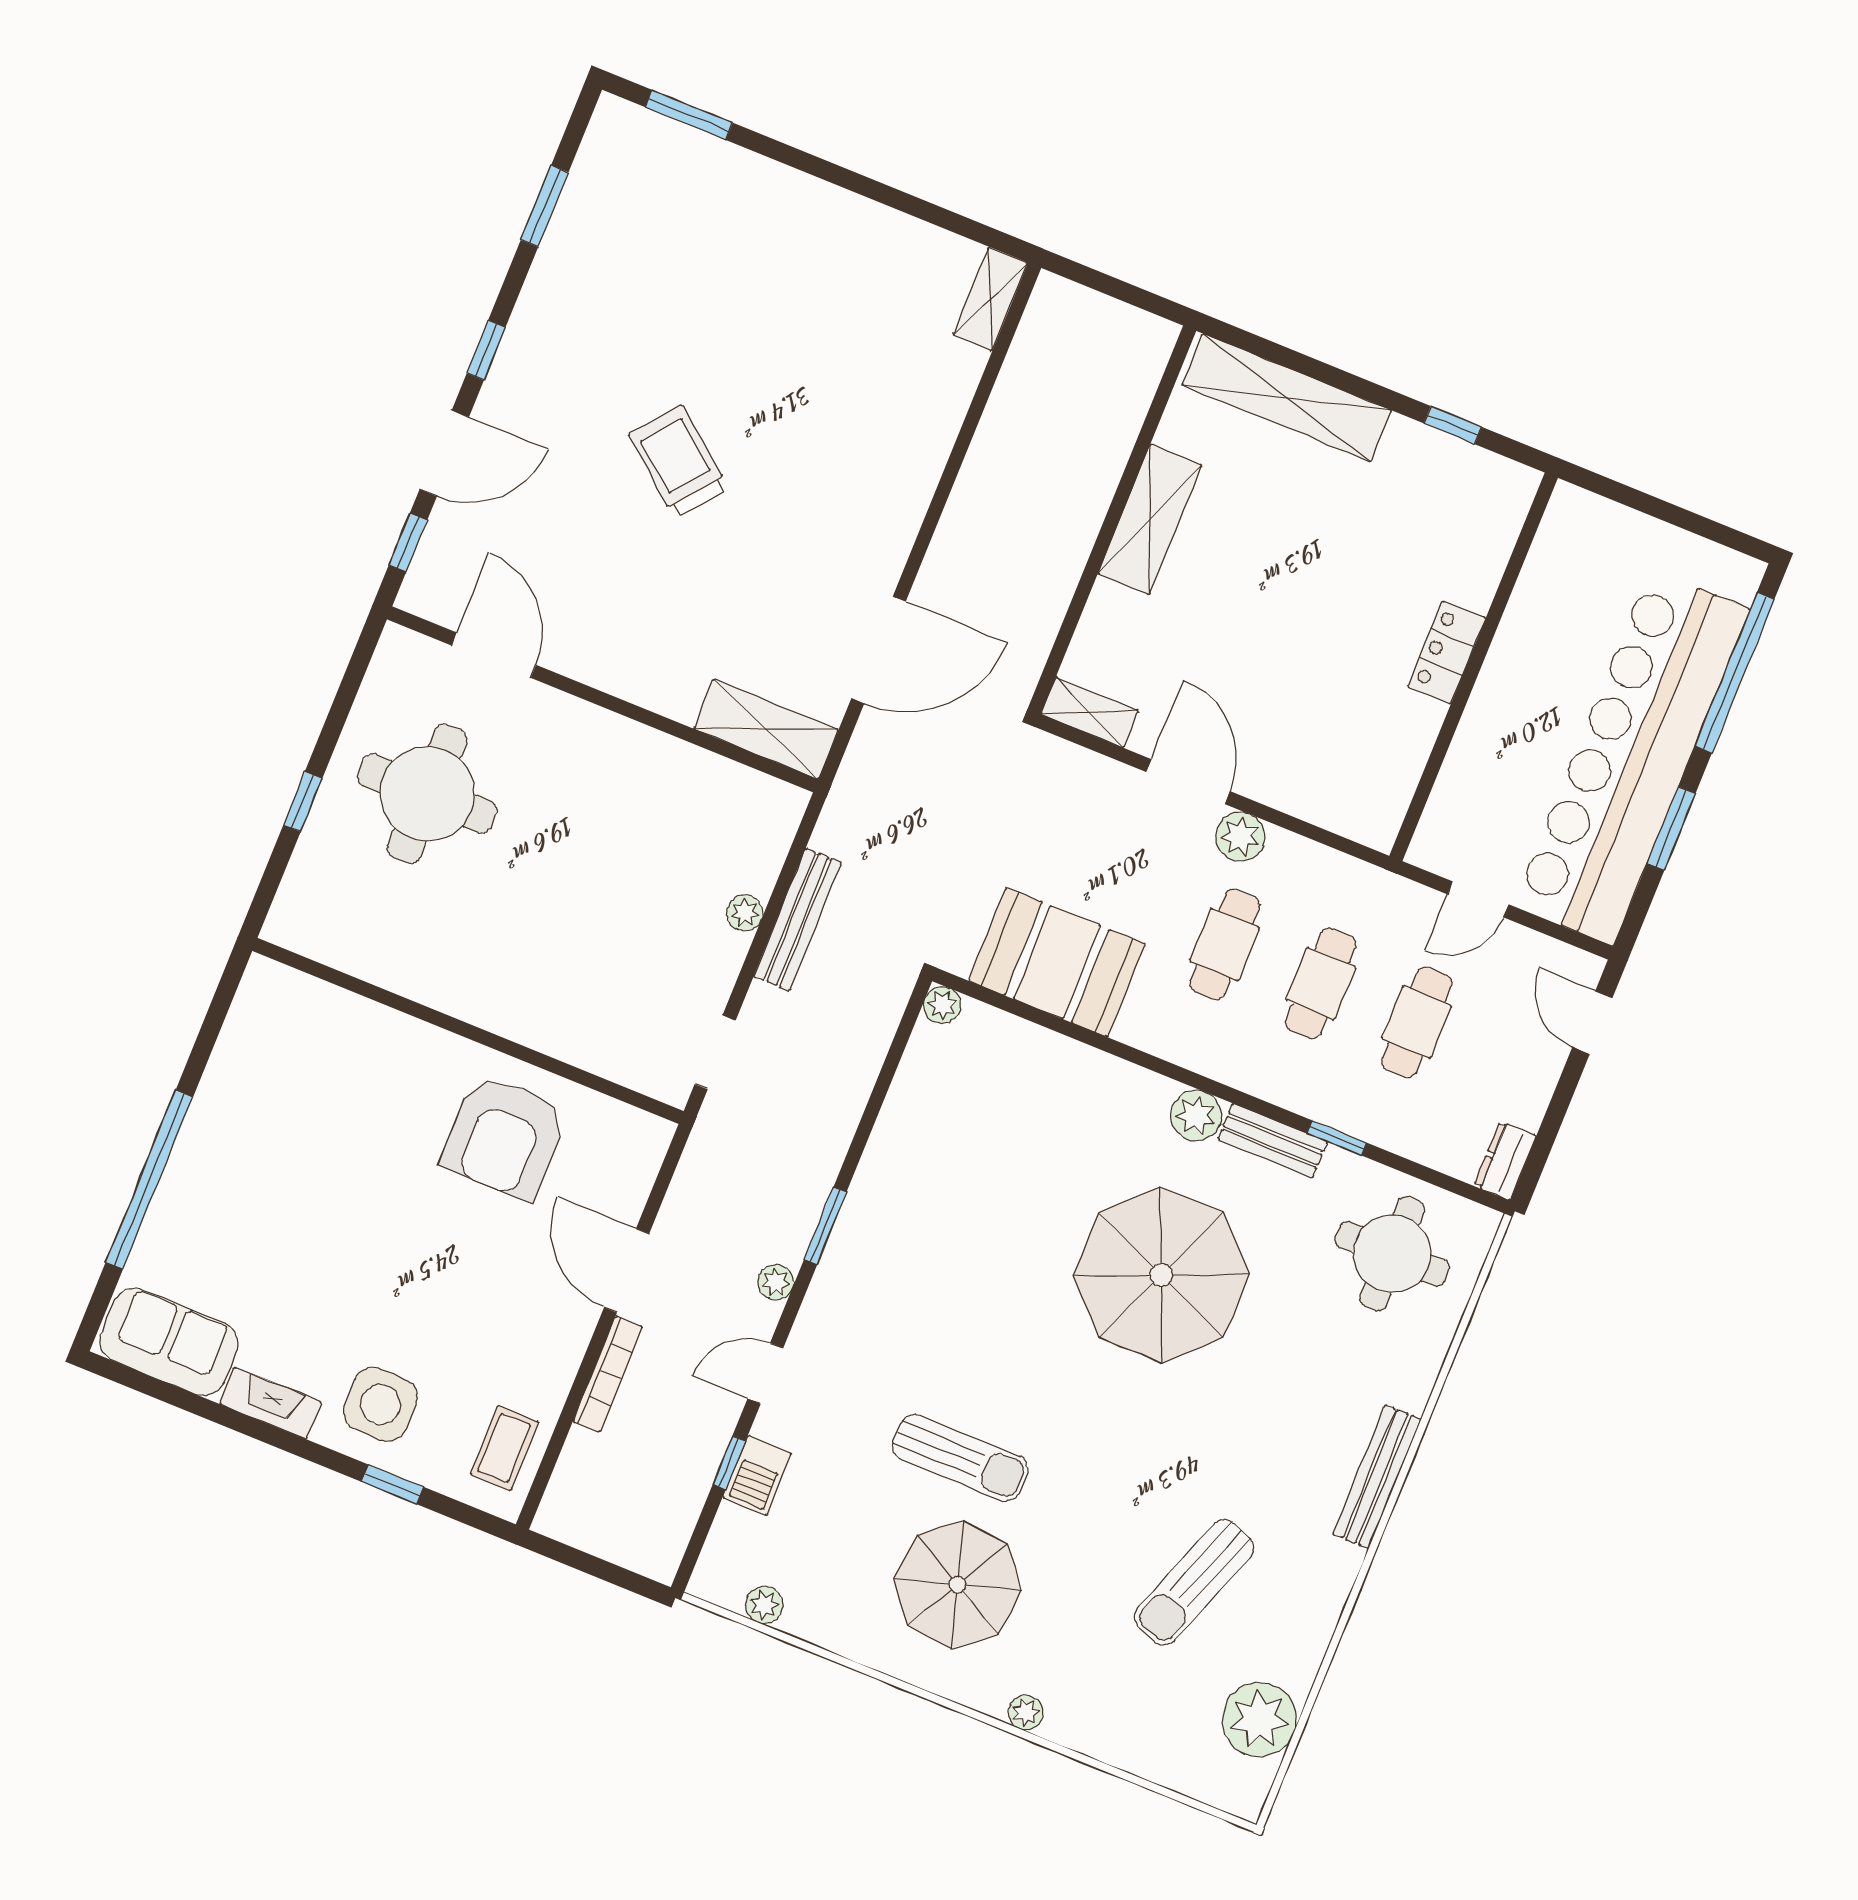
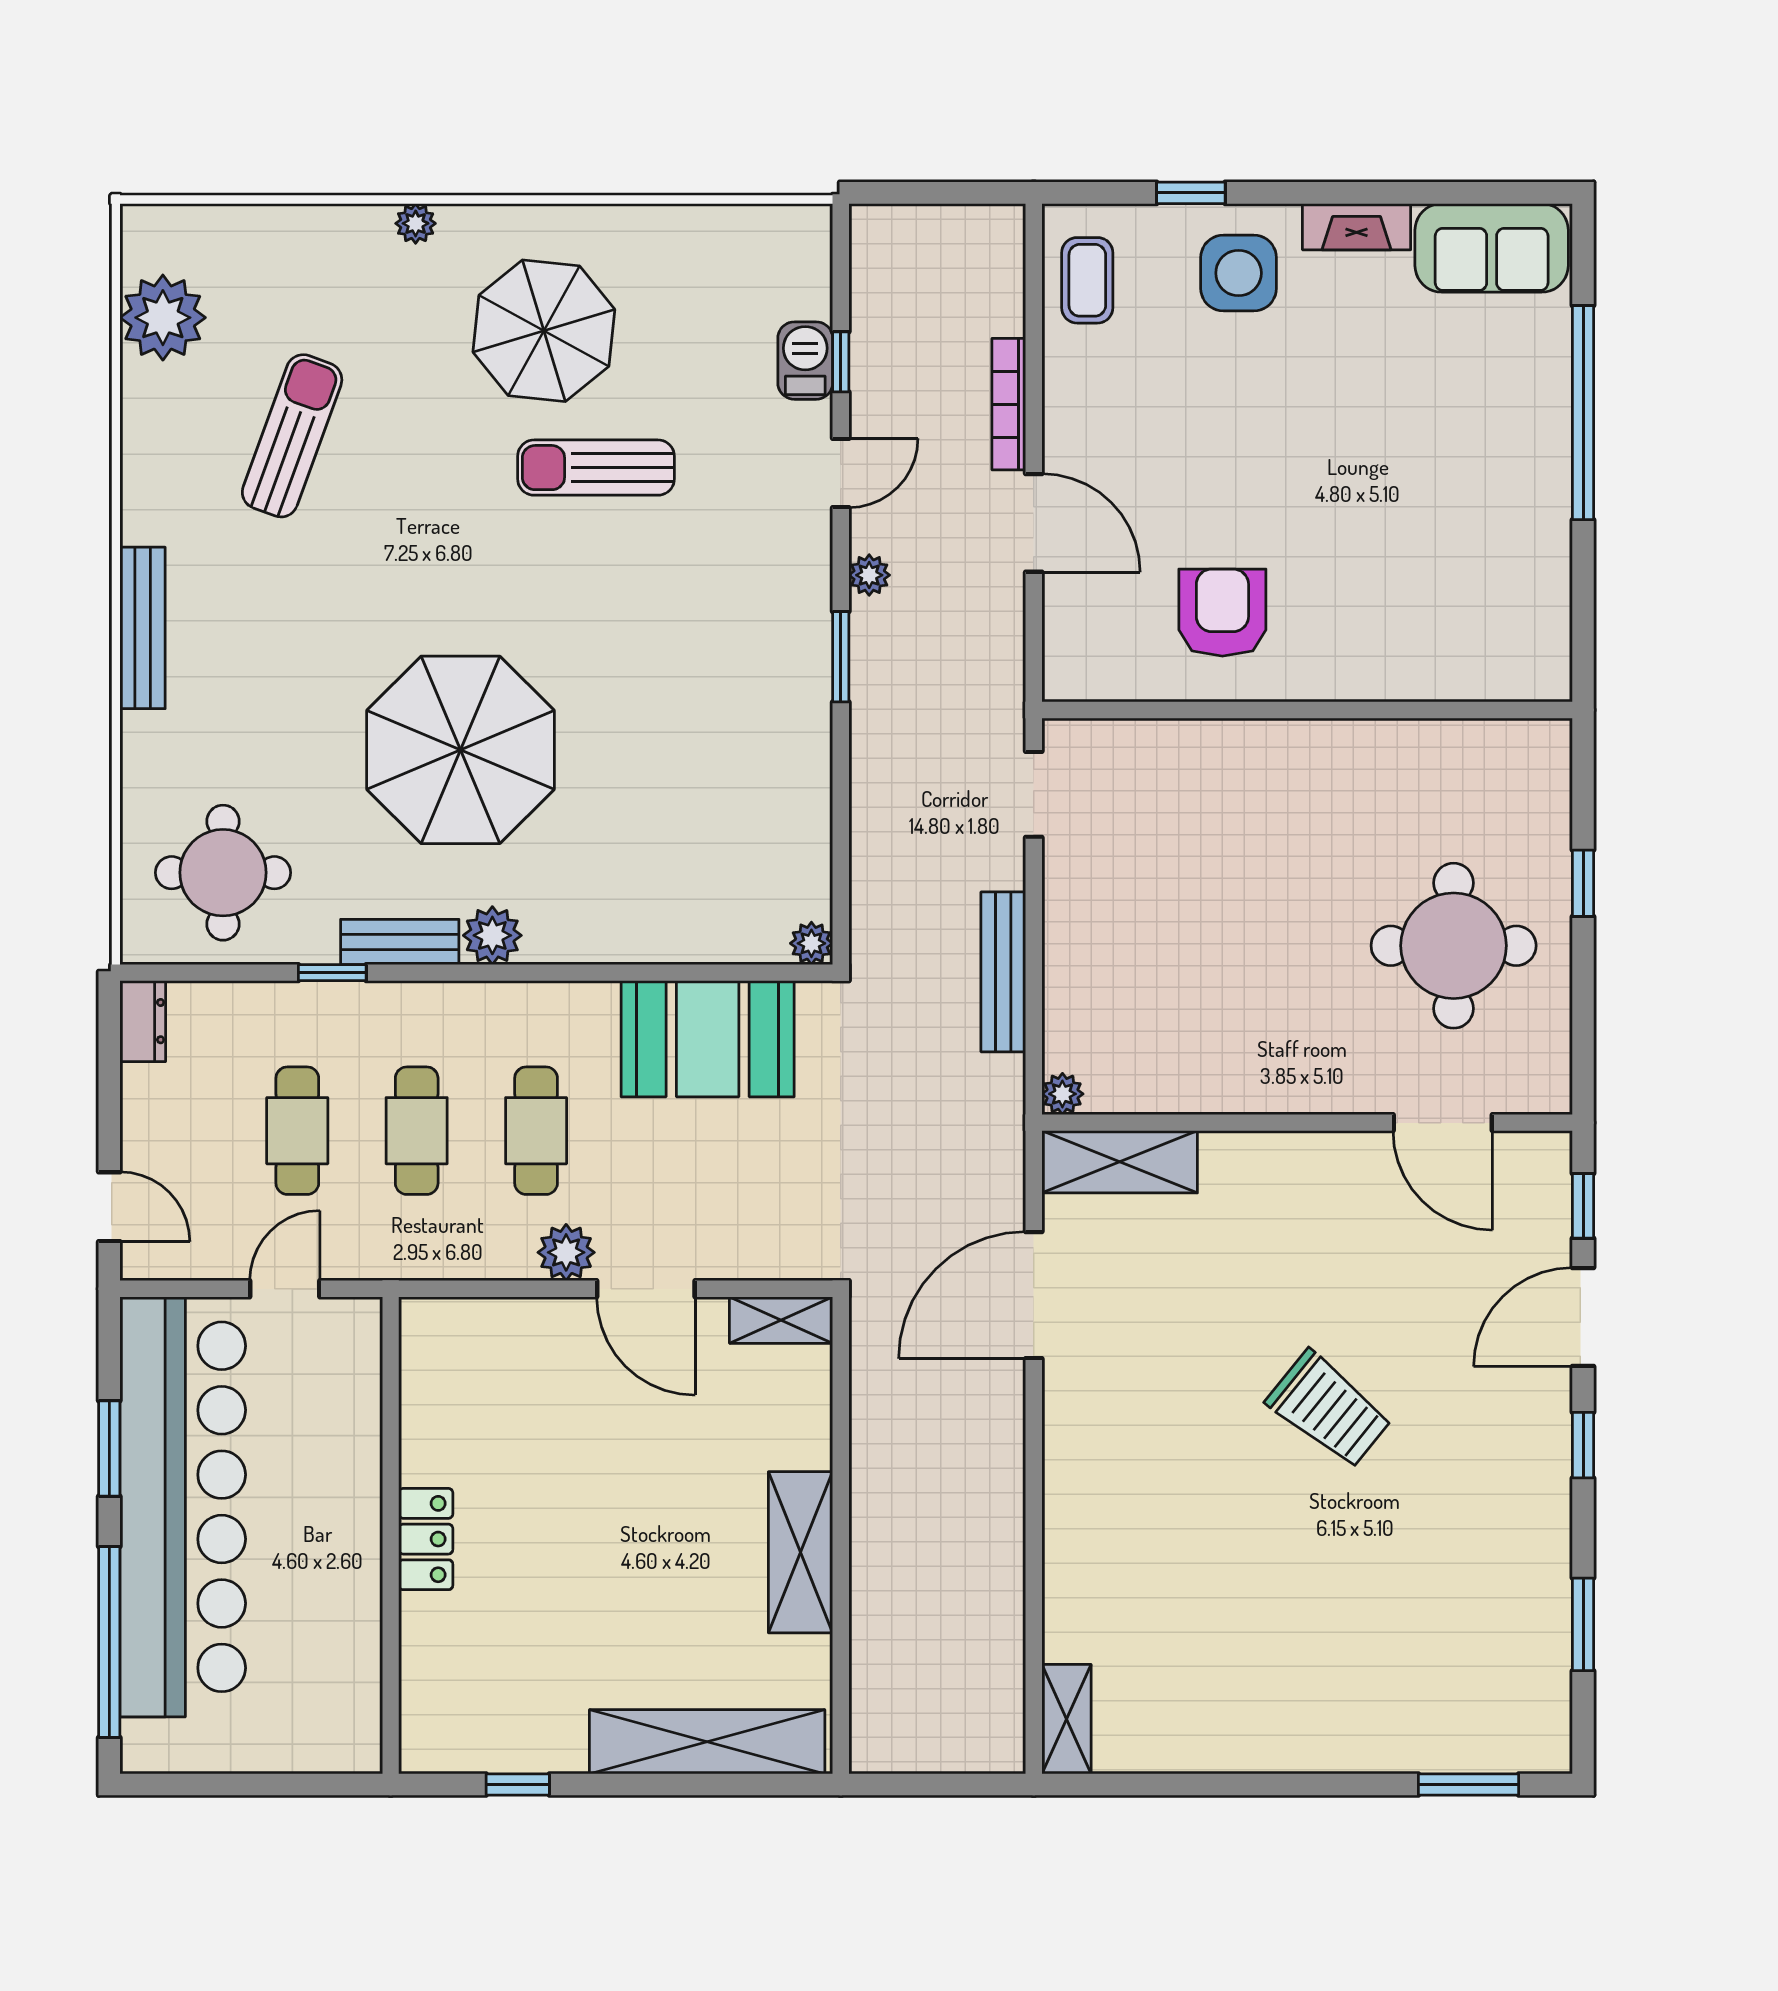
plant: (745, 913) -> (1062, 1094), moved
armchair: (504, 1137) -> (1222, 613), width x0.73, depth x0.73
plant: (764, 1605) -> (741, 225), removed

